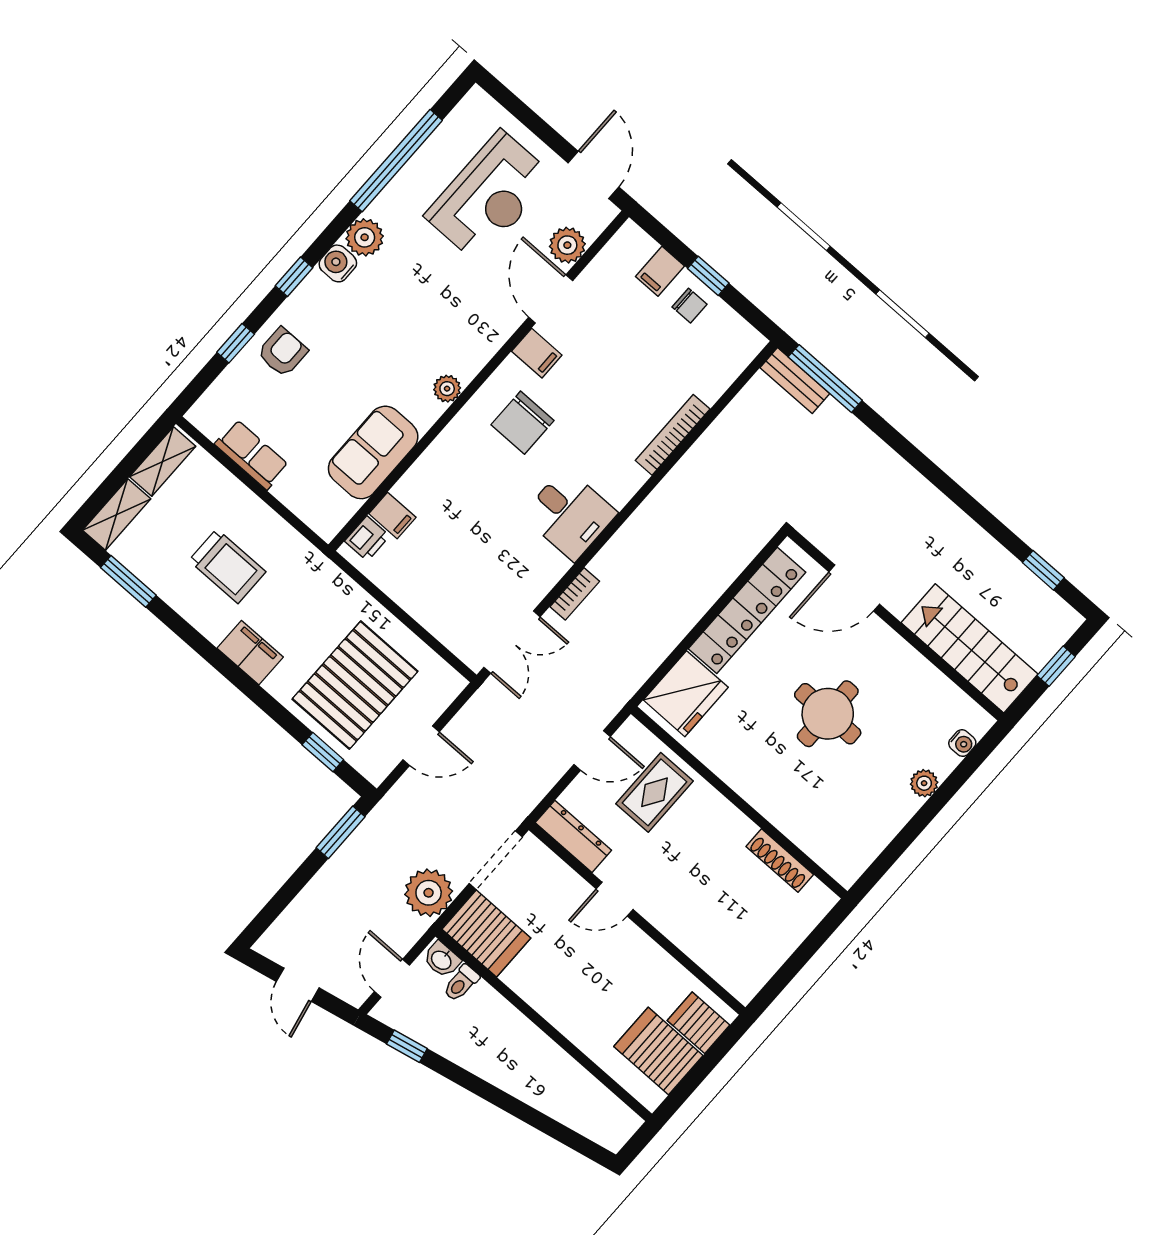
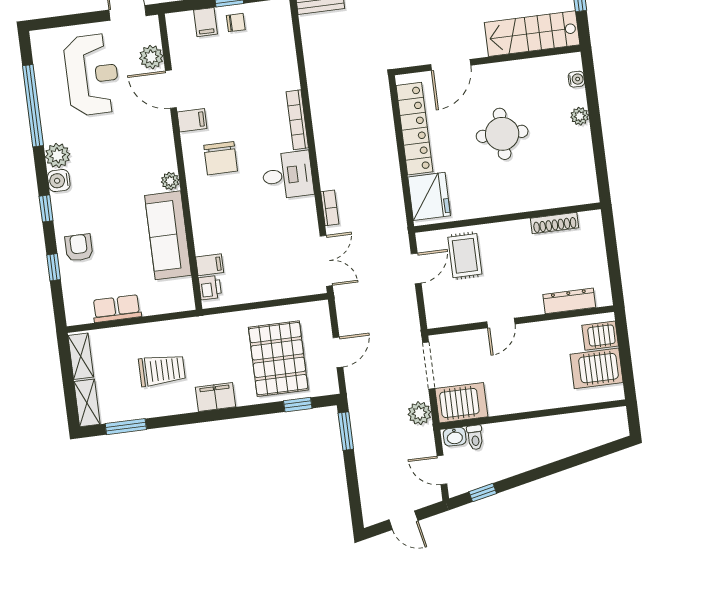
bookcase: (673, 435) -> (297, 120), moved
sofa: (373, 452) -> (168, 235), width x1.36
dresser: (573, 837) -> (569, 301), moved
plant: (429, 893) -> (419, 413), width x0.73, depth x0.73

